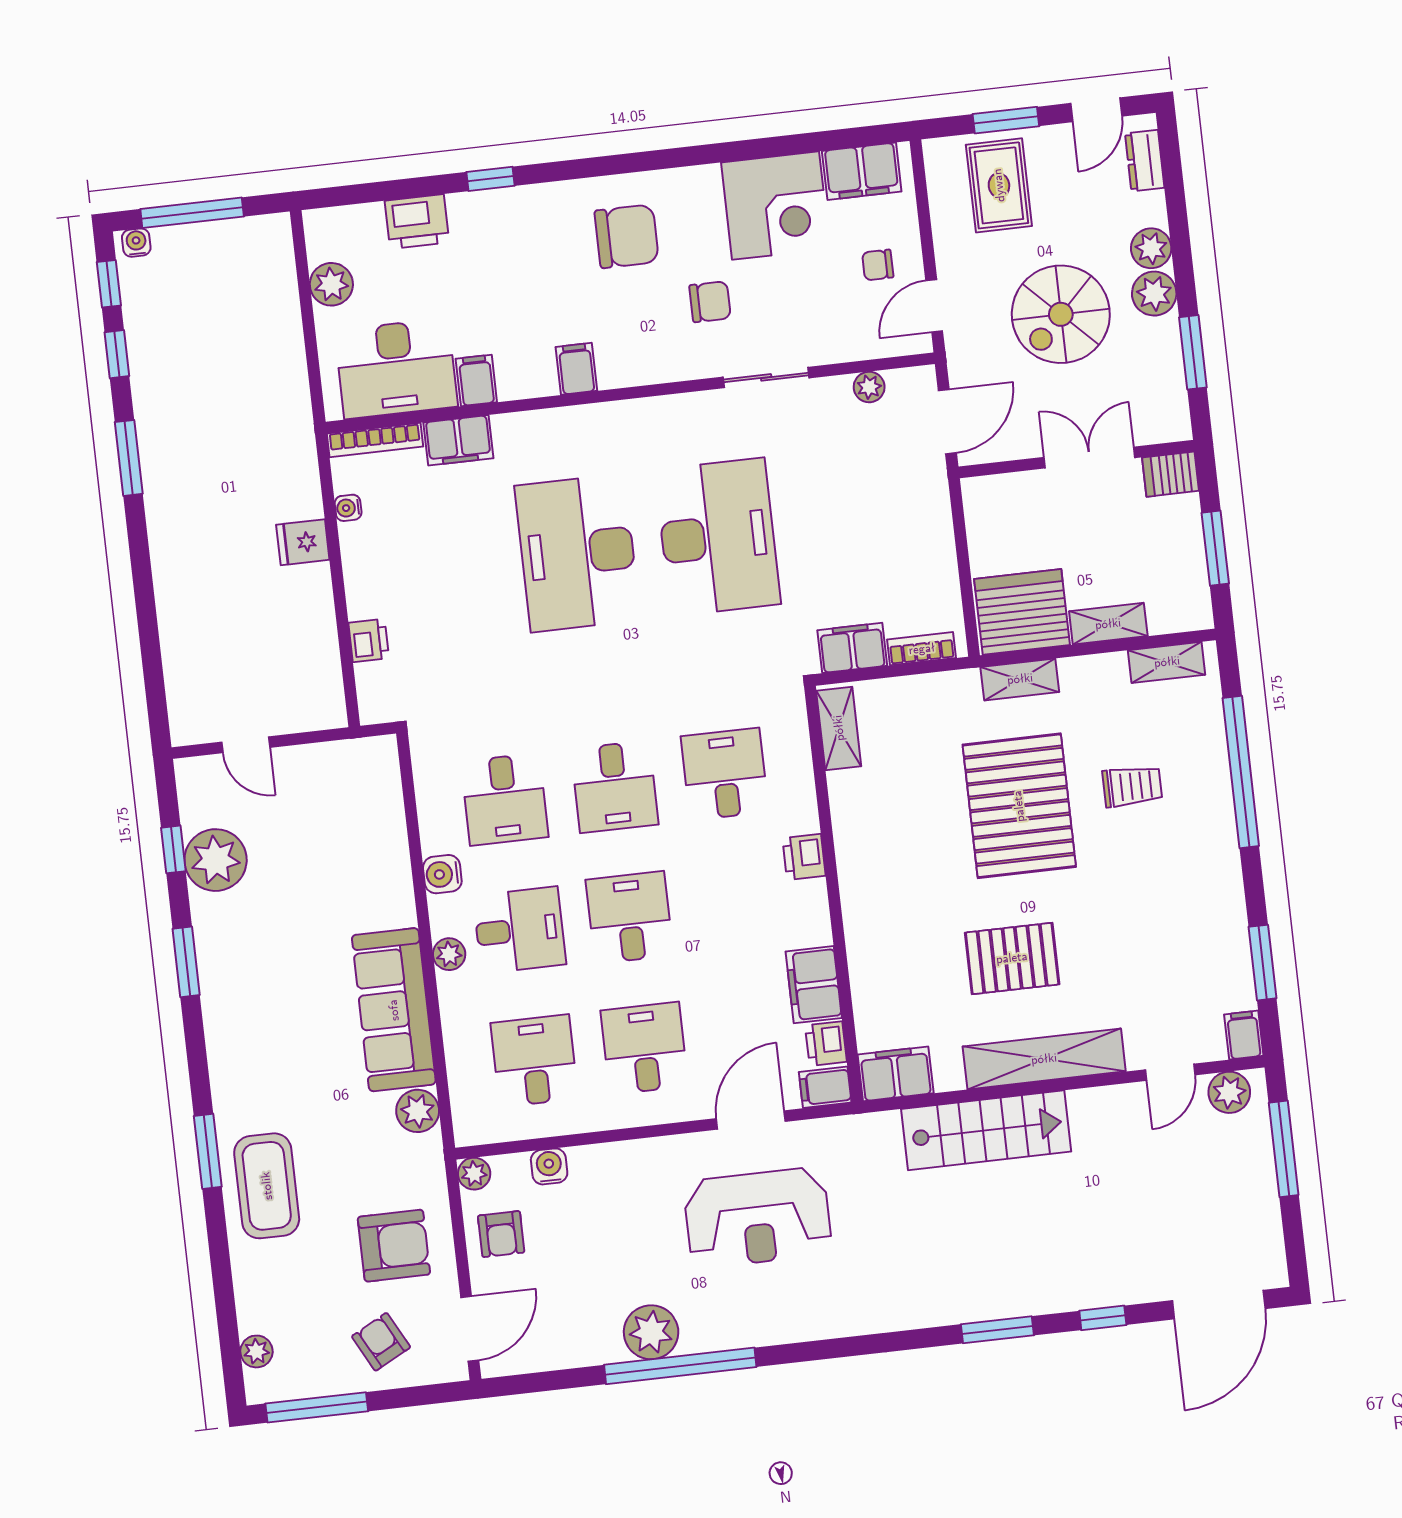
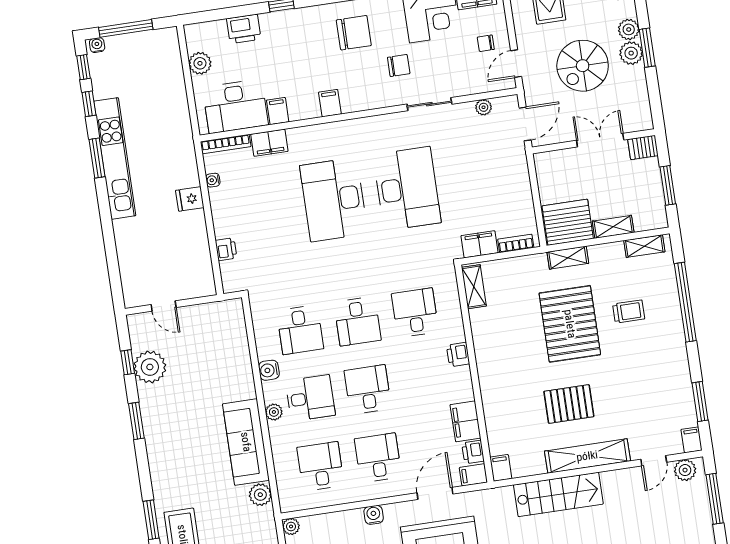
window: (1193, 352) -> (647, 48), moved
kitchen unit: (163, 460) -> (115, 158), added
filing cabinet: (896, 1074) -> (501, 468), width x0.50
water cooler: (549, 1166) -> (374, 515), moved

